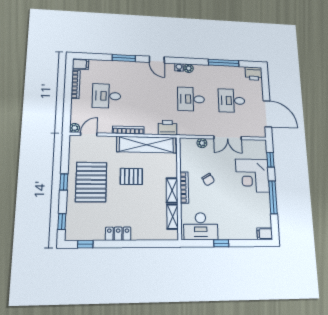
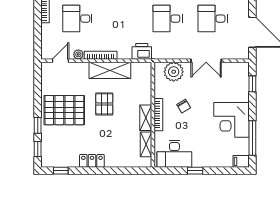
plant: (75, 128) -> (78, 54), moved
plant: (202, 143) -> (174, 72), width x1.87, depth x1.87
shelving: (146, 145) -> (110, 70), width x0.68
pallet: (131, 176) -> (104, 104), turned 90
corner desk: (252, 176) -> (231, 120), moved
window: (64, 182) -> (38, 125), moved
pallet: (91, 182) -> (64, 110), turned 90
window: (273, 197) -> (252, 138), moved

